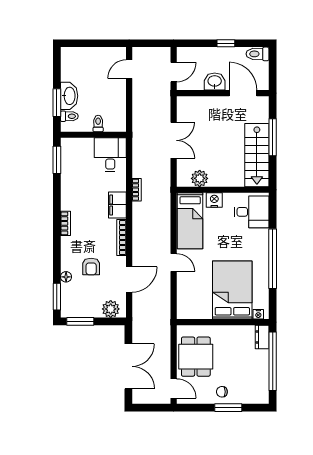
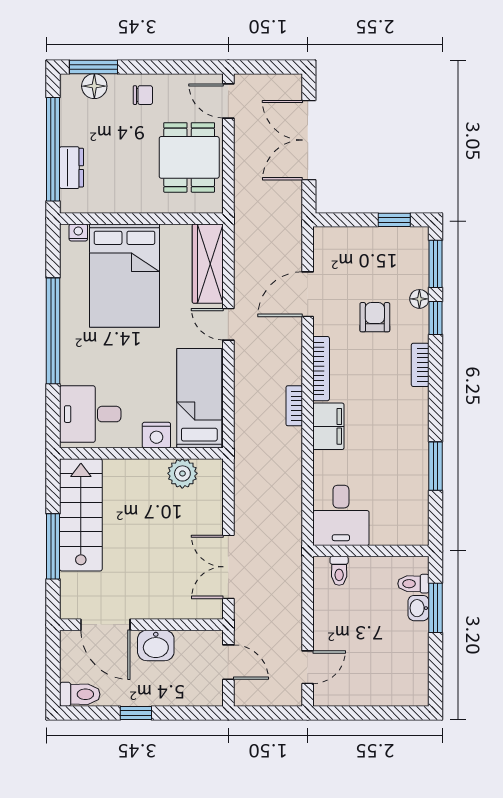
door: (174, 72) -> (228, 662), swing flipped
washbasin: (69, 96) -> (419, 608), width x0.52, depth x0.69
toilet: (98, 124) -> (339, 571), moved
double door: (174, 140) -> (228, 567), moved
window: (57, 160) -> (435, 466), moved
bookcase: (137, 190) -> (294, 406), moved
bookcase: (66, 223) -> (420, 365), moved
window: (57, 266) -> (435, 318), added
wardrobe: (185, 297) -> (208, 264), added
plant: (111, 309) -> (340, 242), removed
window: (80, 321) -> (394, 220), width x0.67
dresser: (262, 337) -> (71, 168), moved
floor lamp: (249, 397) -> (94, 86), added
window: (228, 408) -> (94, 67), moved

